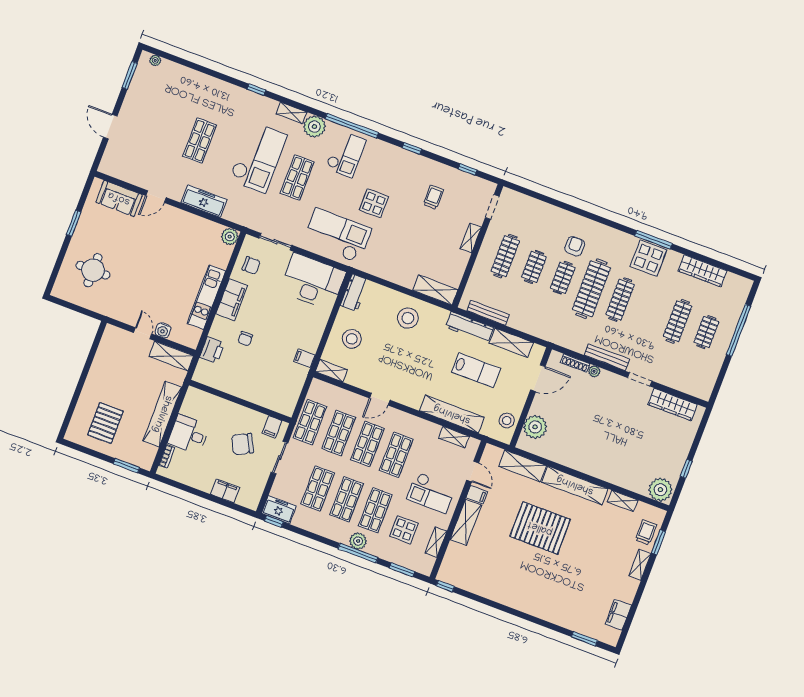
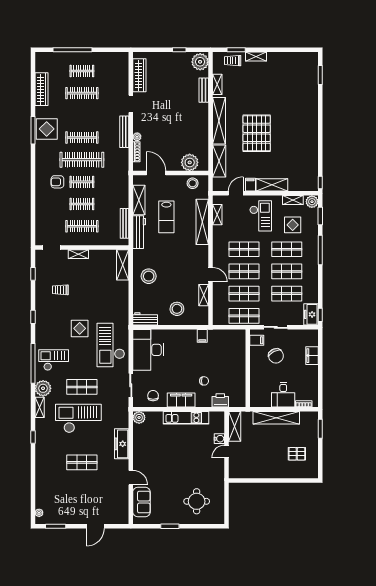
lab bench: (476, 370) -> (166, 217), turned 180
shelving: (331, 371) -> (204, 295), moved
pallet: (105, 423) -> (297, 454), width x0.67, depth x0.71
bench: (622, 481) -> (204, 90), added
plant: (358, 541) -> (312, 202), moved
filing cabinet: (618, 615) -> (295, 58), removed

